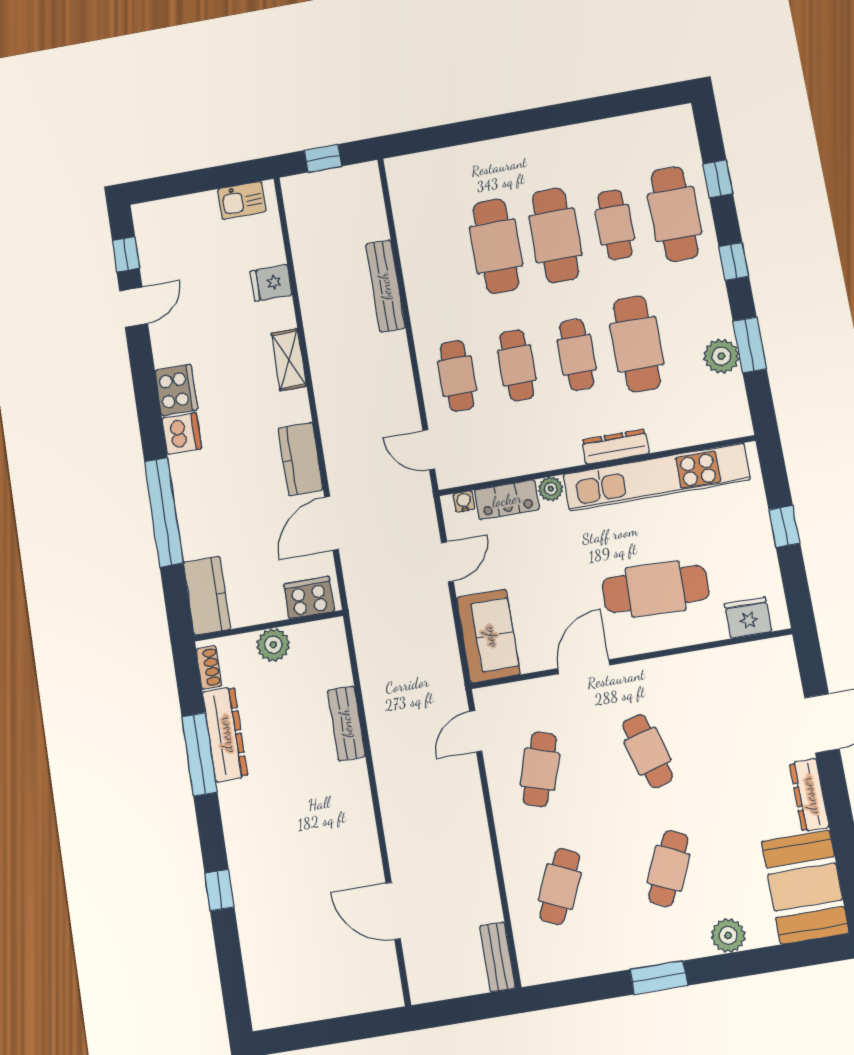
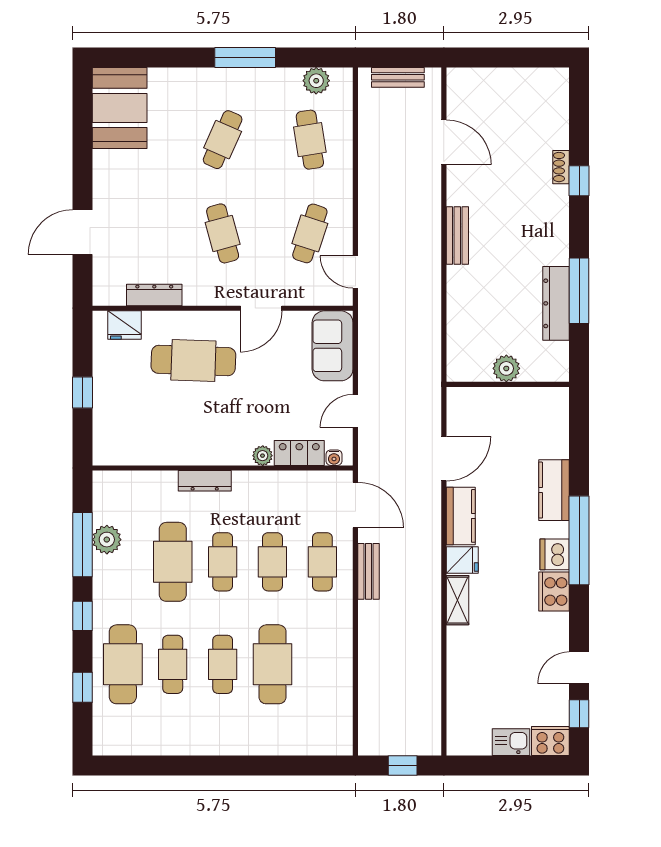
kitchen sink: (242, 200) -> (511, 742), moved
cafe table: (555, 235) -> (223, 664), width x0.73, depth x0.74
fridge: (271, 283) -> (462, 560), moved
bench: (385, 286) -> (369, 571), moved, width x0.73
window: (750, 345) -> (82, 545), width x1.44
door: (429, 450) -> (355, 505), width x1.38
kitchen unit: (657, 477) -> (176, 450), removed
window: (164, 512) -> (579, 540), moved
kitchen counter: (207, 596) -> (554, 490), moved
cooker: (309, 598) -> (550, 741), moved, turned 180
shoe rack: (209, 667) -> (561, 167), moved
bench: (346, 723) -> (457, 235), moved
door: (476, 731) -> (355, 272), swing flipped
dresser: (809, 795) -> (154, 295), moved, turned -90
cafe table: (560, 887) -> (310, 140), turned -33
plant: (728, 936) -> (316, 81), moved
bench: (497, 957) -> (398, 77), moved, turned 90
window: (659, 978) -> (245, 57), width x1.44

